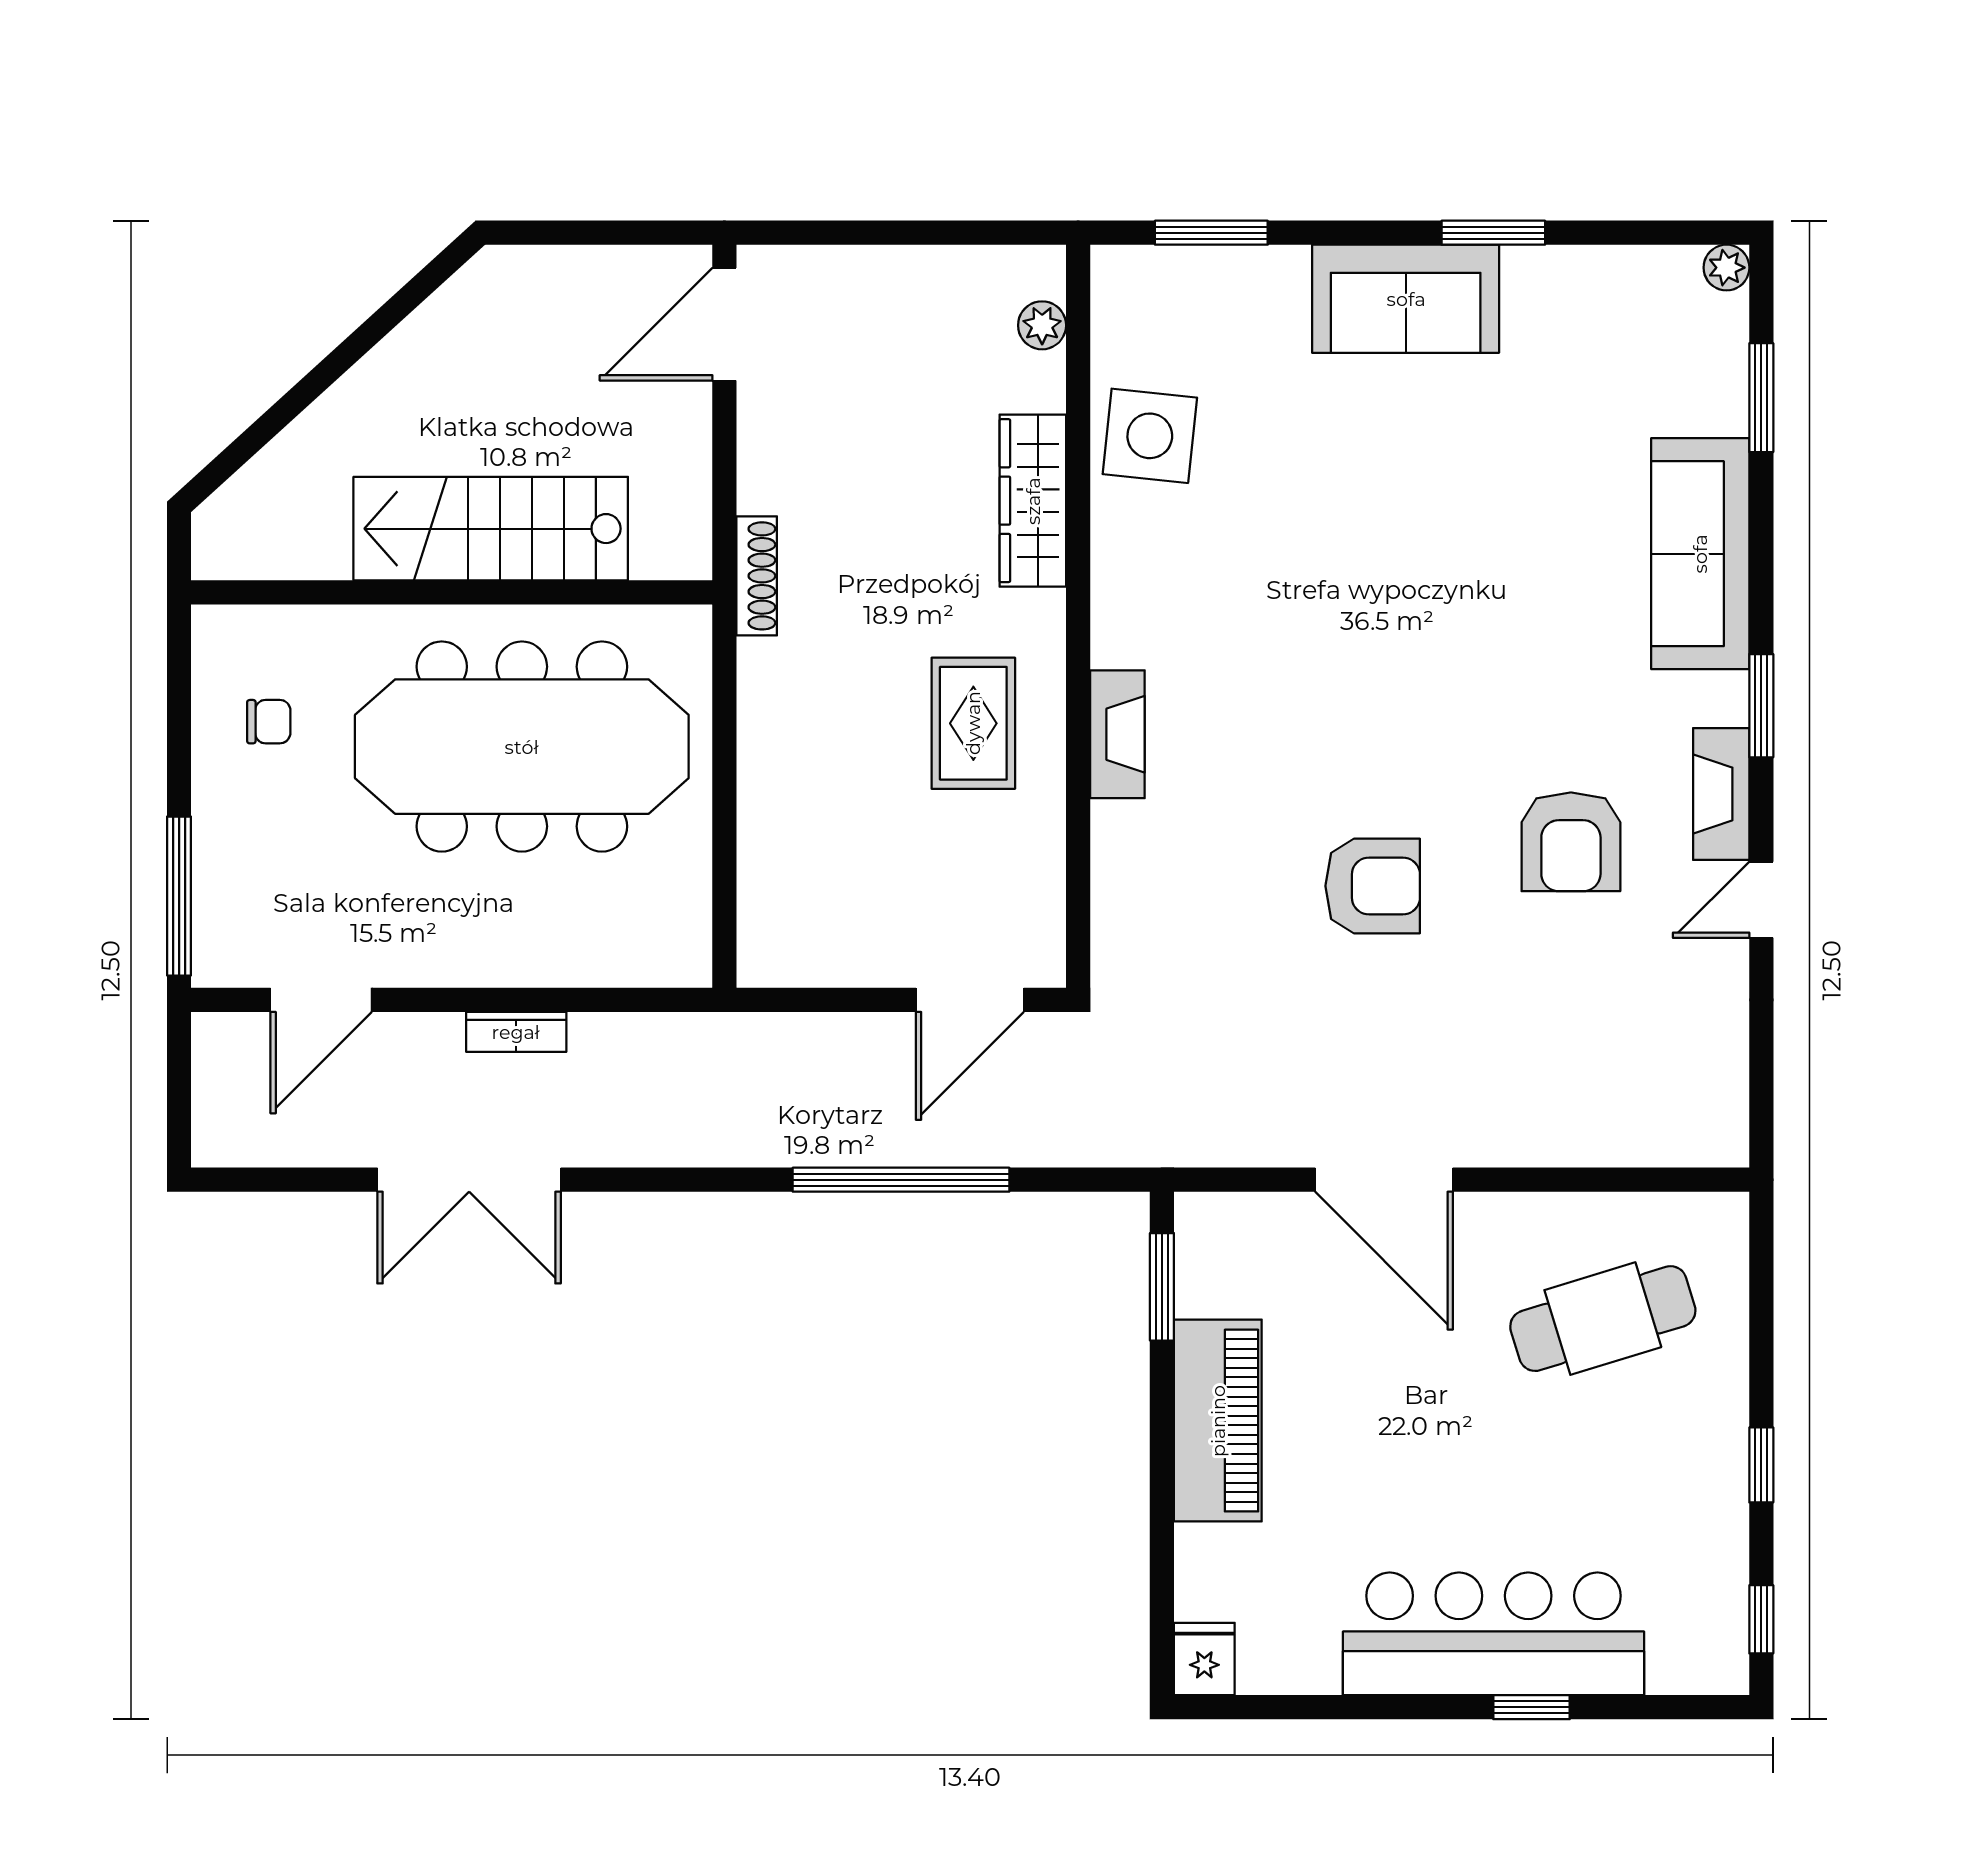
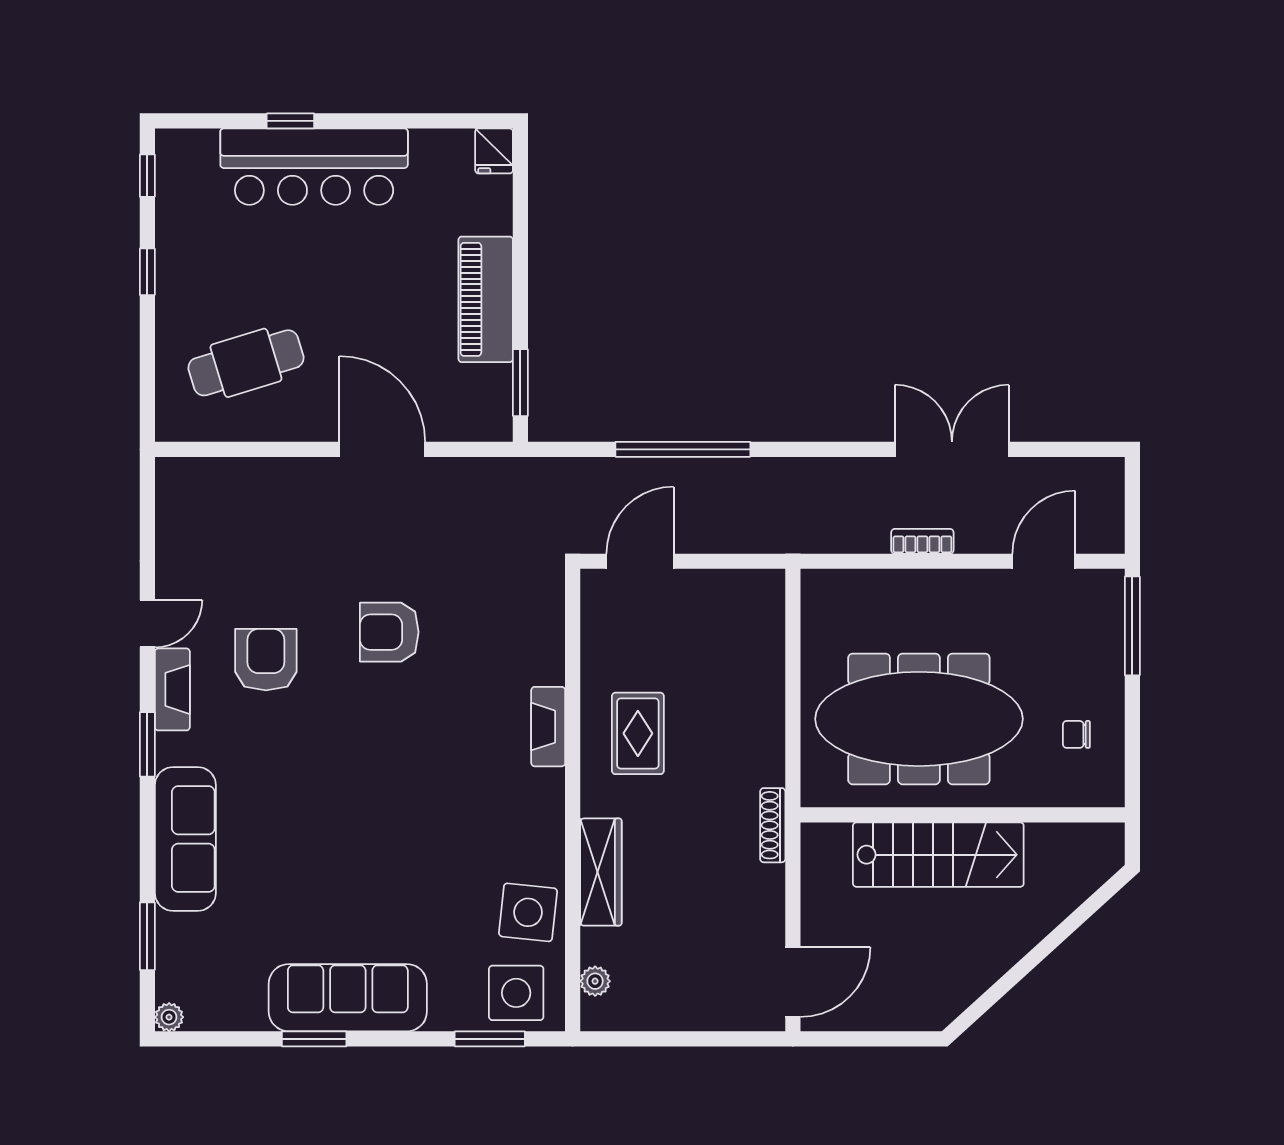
sofa: (1406, 299) -> (348, 998), width x1.36
side table: (1169, 306) -> (516, 993), added

